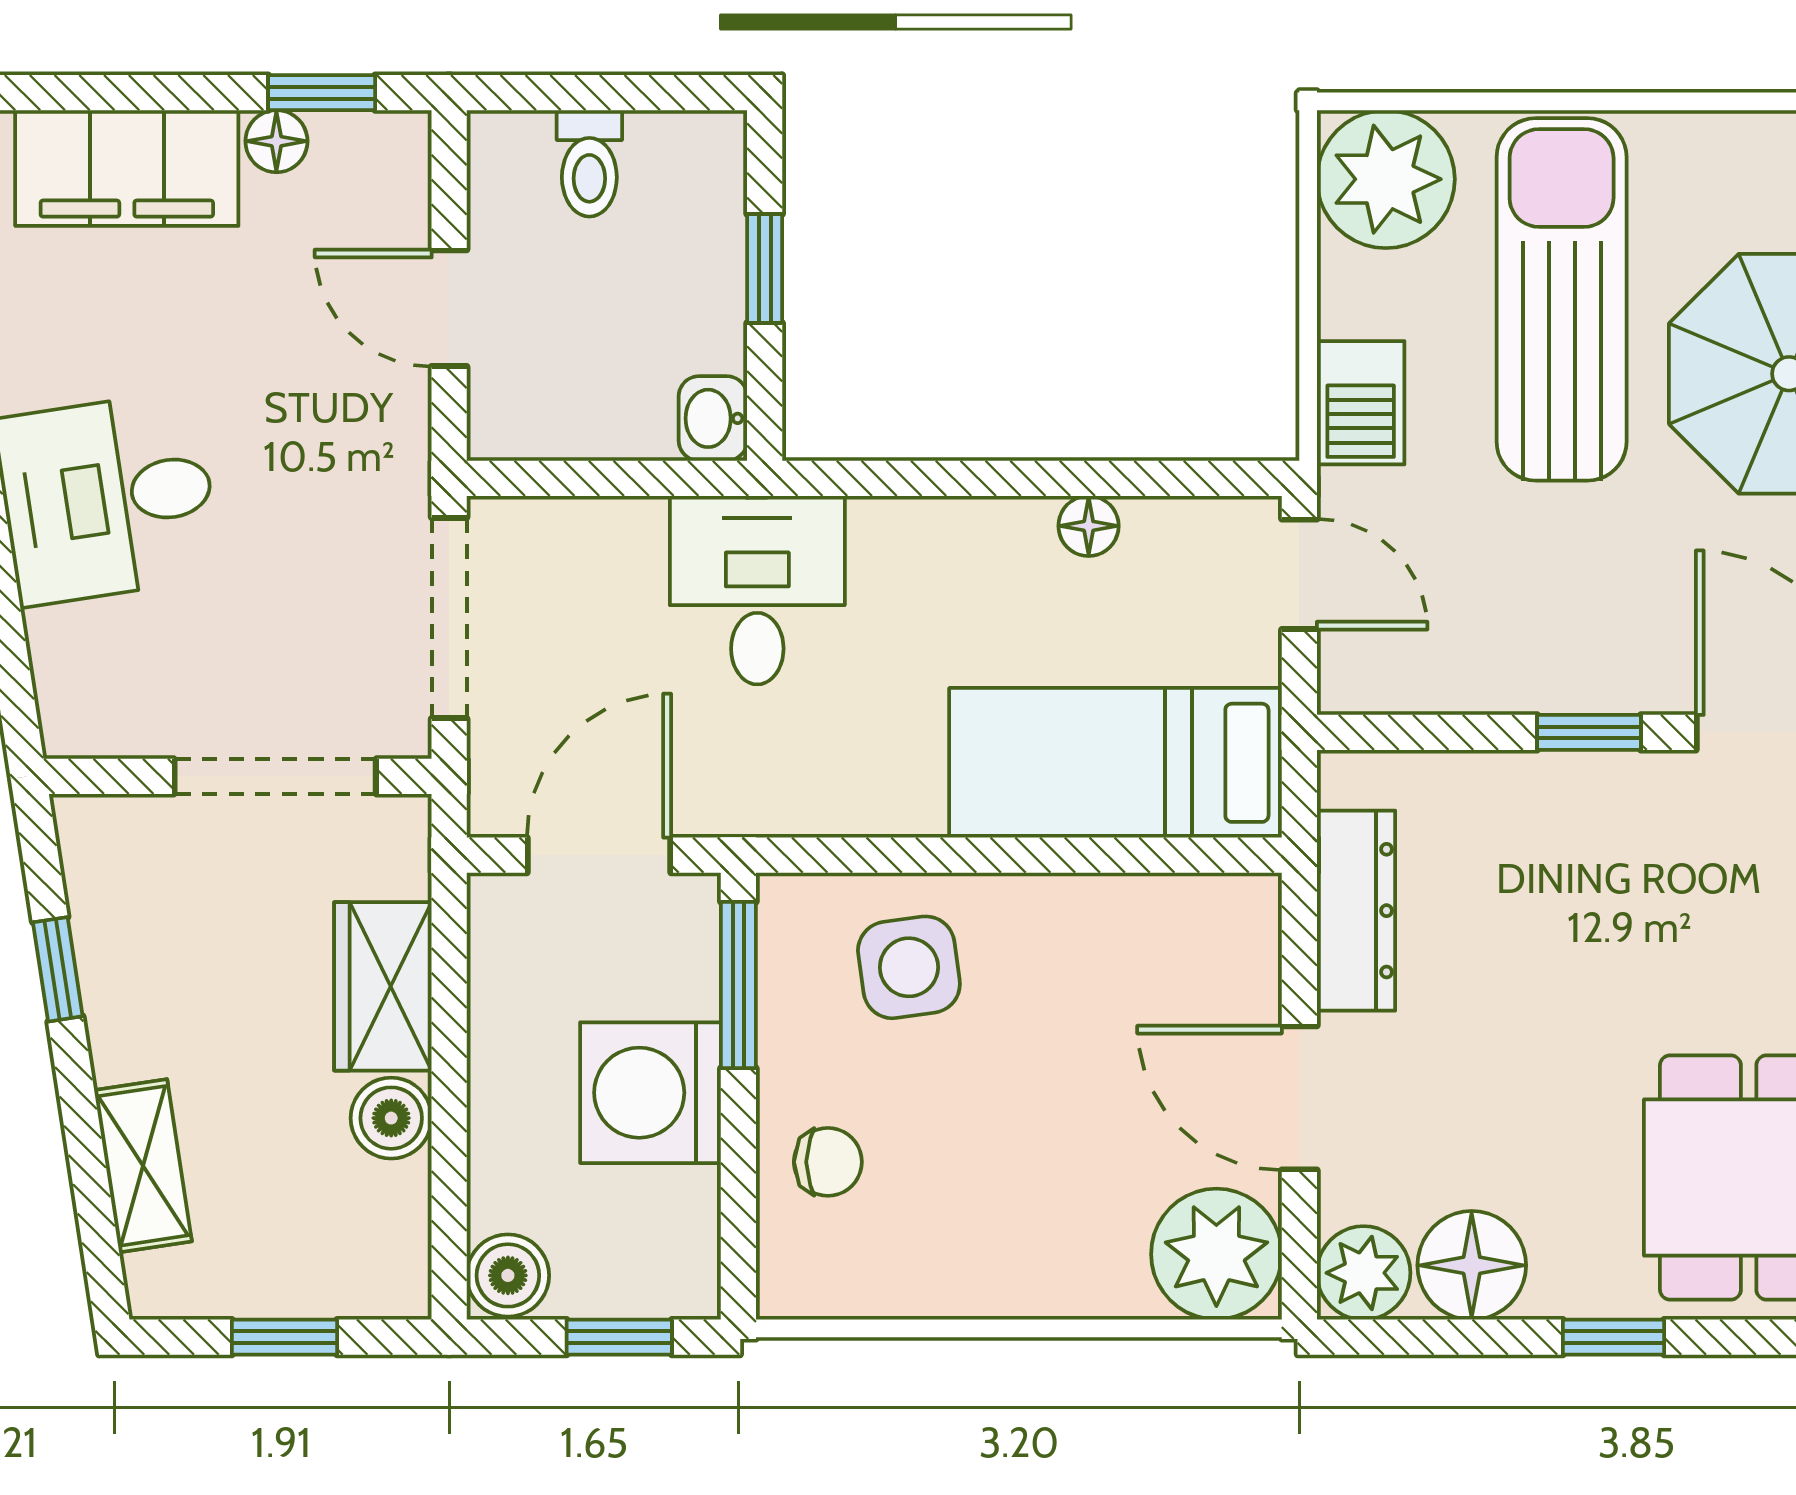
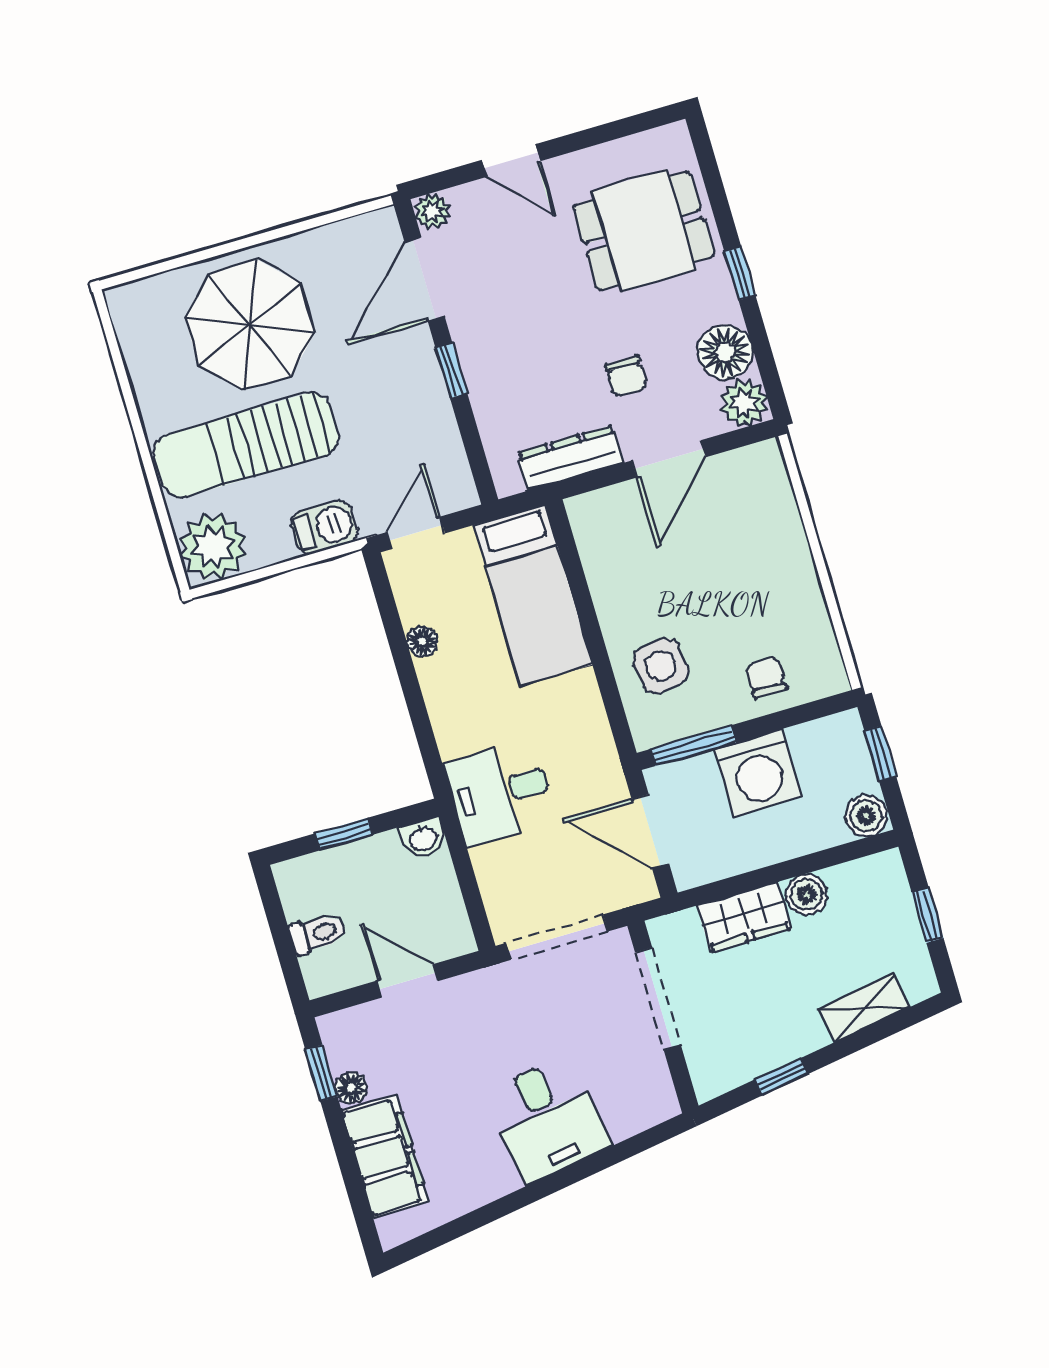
door: (449, 308) -> (407, 981), swing flipped
chair: (1480, 1063) -> (626, 376), added
plant: (1216, 1254) -> (756, 477), removed

